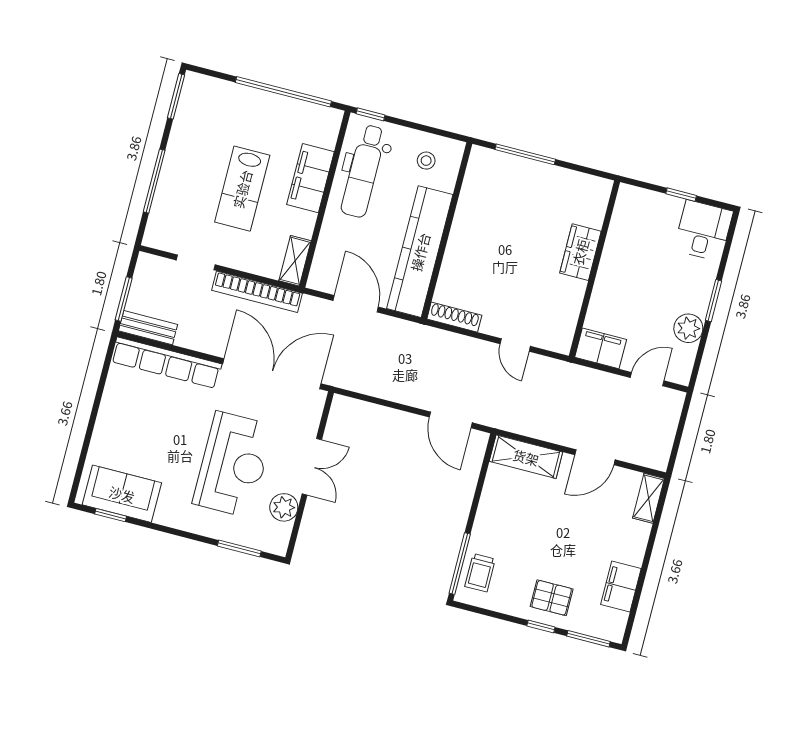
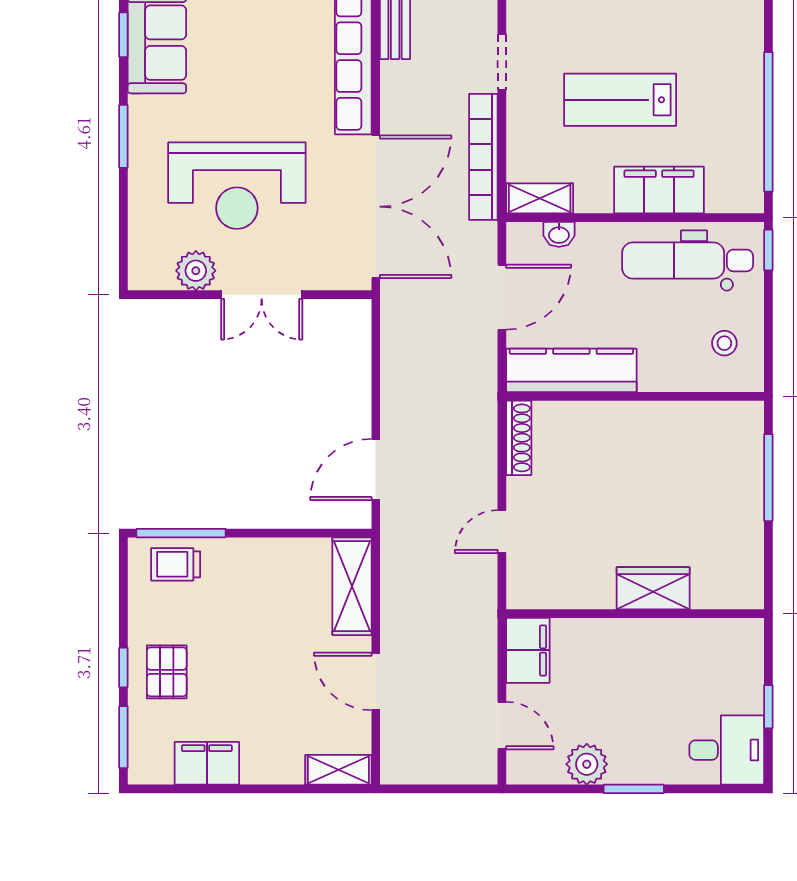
kitchen counter: (420, 252) -> (571, 370), width x0.72, depth x0.86
washbasin: (323, 254) -> (559, 234), added
window: (239, 548) -> (123, 136), moved

